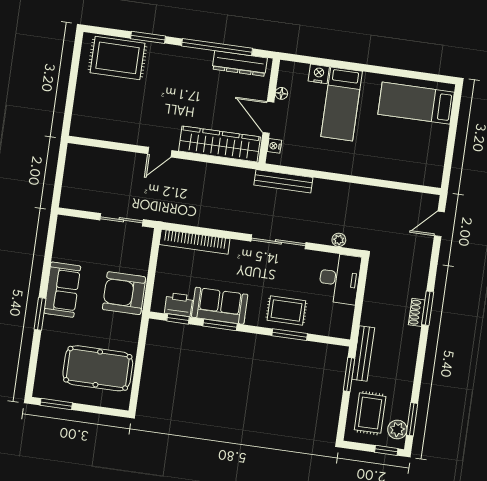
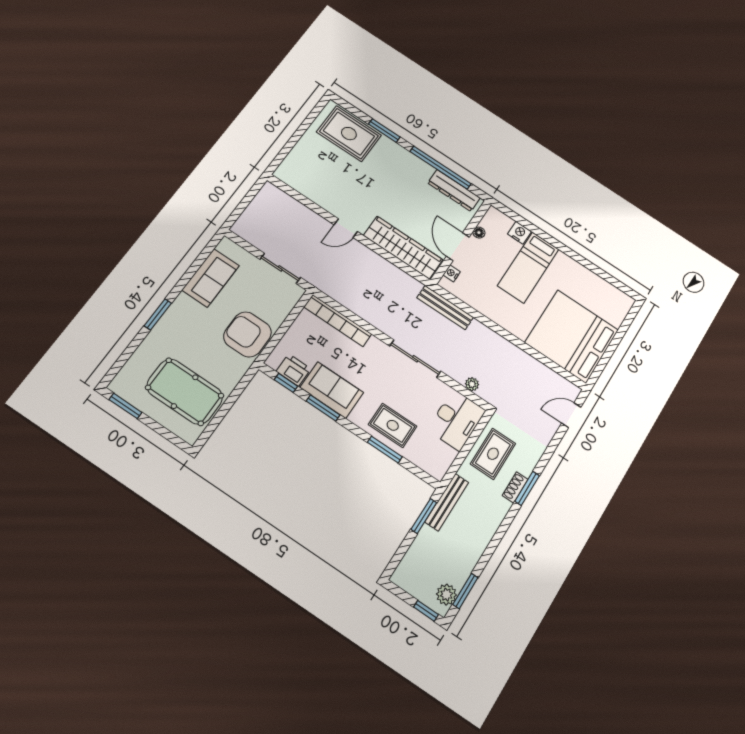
bed: (416, 103) -> (572, 336), moved, width x2.04
sofa: (62, 290) -> (211, 278), moved
rug: (370, 413) -> (493, 454), moved

